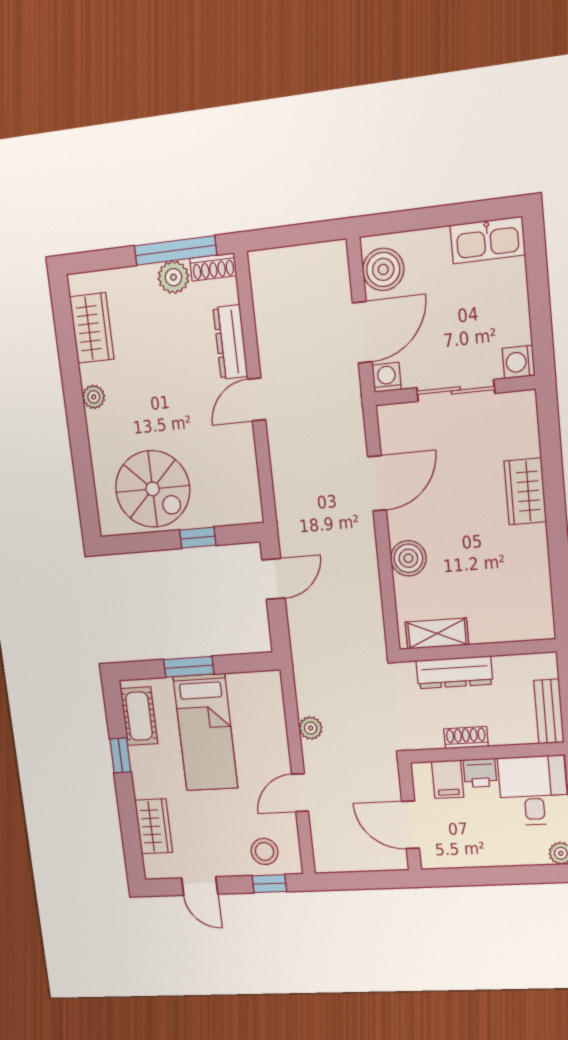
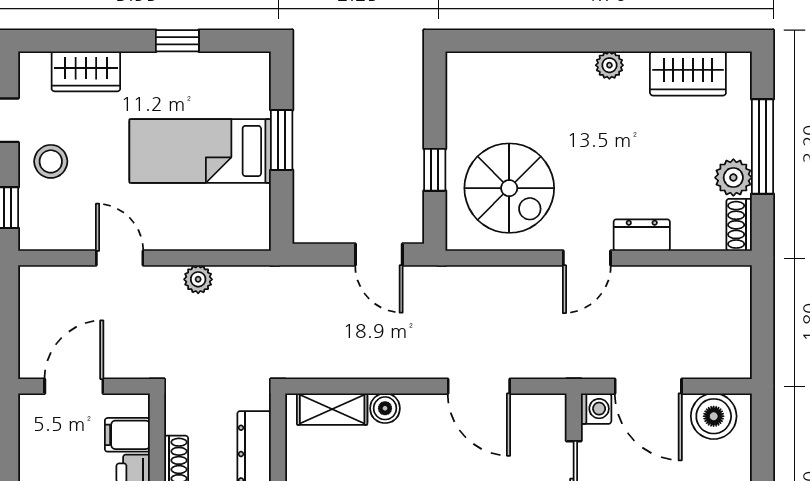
window: (175, 250) -> (762, 146), moved
dresser: (230, 342) -> (642, 235), width x0.70
door: (257, 399) -> (587, 258), swing flipped
spiral stairs: (153, 489) -> (509, 188), moved, turned -90
boiler: (408, 558) -> (385, 408), width x0.73, depth x0.73
shelving: (437, 633) -> (332, 409), moved, turned 90
cot: (139, 716) -> (225, 71), removed
stool: (265, 851) -> (51, 161), moved

